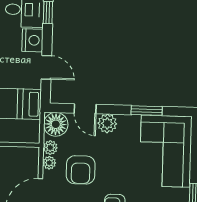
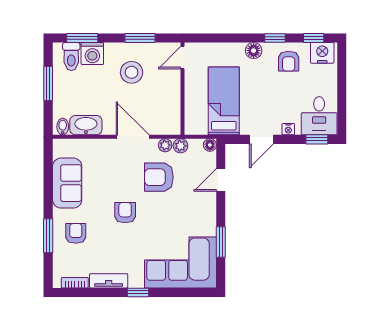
nightstand: (32, 40) -> (288, 129), width x0.53, depth x0.56
plant: (107, 123) -> (207, 203), removed
floor lamp: (56, 124) -> (210, 145), width x0.53, depth x0.53

